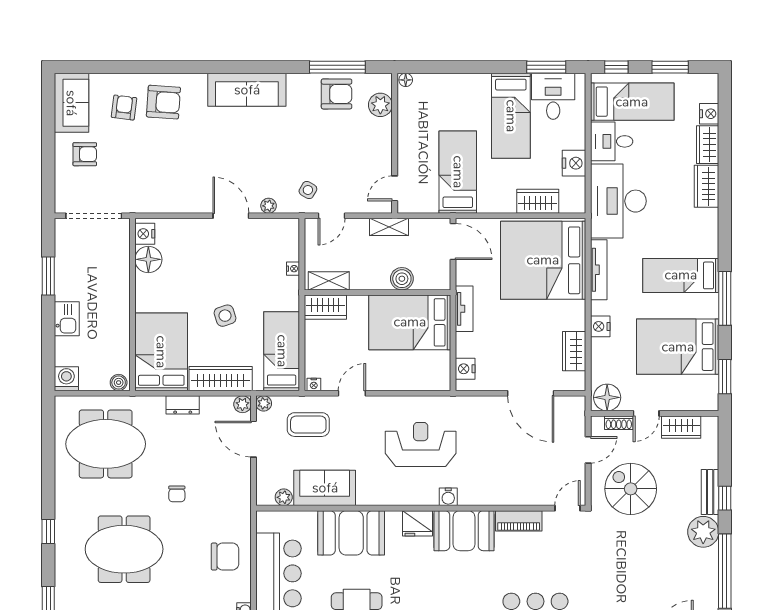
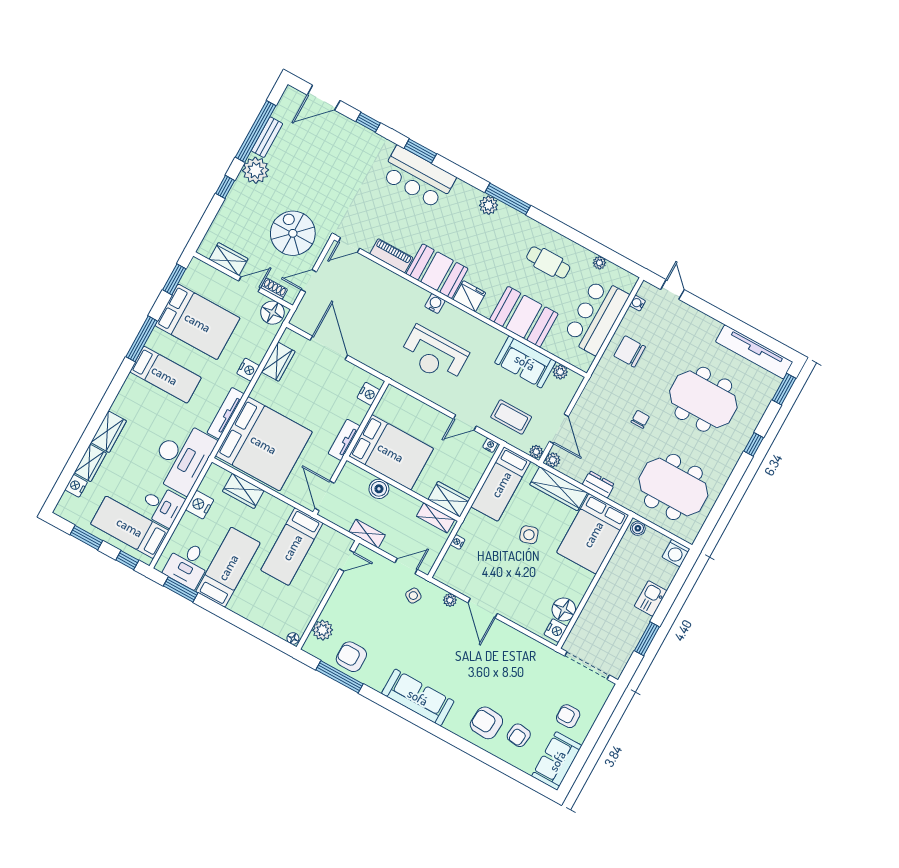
spiral stairs: (631, 489) -> (293, 233), turned 180
bench: (710, 492) -> (267, 137), moved

